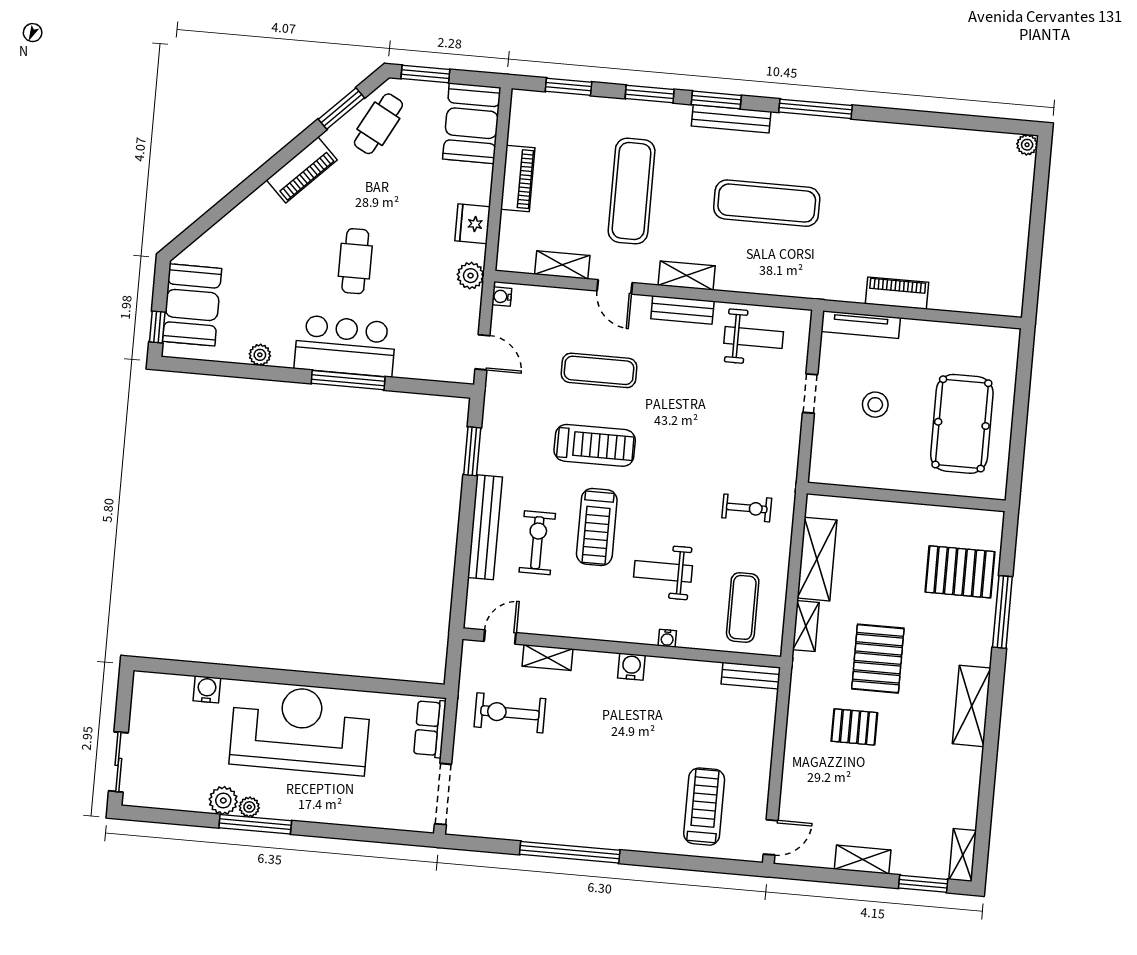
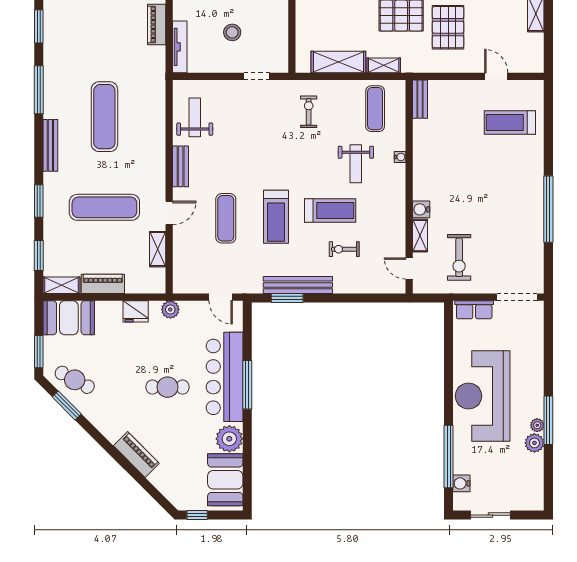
window: (716, 100) -> (39, 26), moved
piano: (302, 170) -> (136, 455), moved
shelving: (687, 276) -> (62, 285), moved, turned 90
water cooler: (502, 297) -> (182, 287), removed
booth: (192, 305) -> (225, 480), moved, turned 90
window: (157, 327) -> (197, 515), moved
bar counter: (345, 346) -> (225, 377), width x1.36
door: (482, 352) -> (221, 297), swing flipped
plant: (260, 355) -> (229, 439), width x1.88, depth x1.88
doorway: (810, 394) -> (257, 76), moved
treadmill: (595, 445) -> (276, 217), turned 180
bench: (485, 527) -> (298, 285), moved
exercise bike: (537, 543) -> (344, 249), width x0.73, depth x0.72
exercise mat: (743, 607) -> (375, 109), turned 90
water cooler: (631, 667) -> (421, 209), moved
window: (214, 671) -> (449, 457), added
water cooler: (207, 689) -> (461, 483), moved
pallet: (854, 727) -> (448, 27), width x1.50, depth x1.42
sliding door: (118, 762) -> (491, 515), moved
door: (771, 837) -> (496, 76), moved

